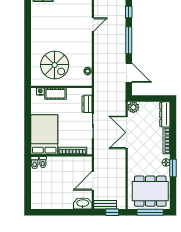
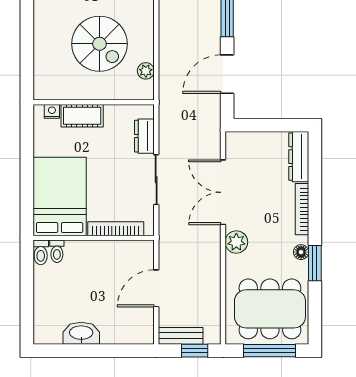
spiral stairs: (55, 65) -> (100, 44), moved
door: (129, 73) -> (227, 74), swing flipped
plant: (133, 107) -> (236, 242), moved
washbasin: (83, 203) -> (81, 333), moved

